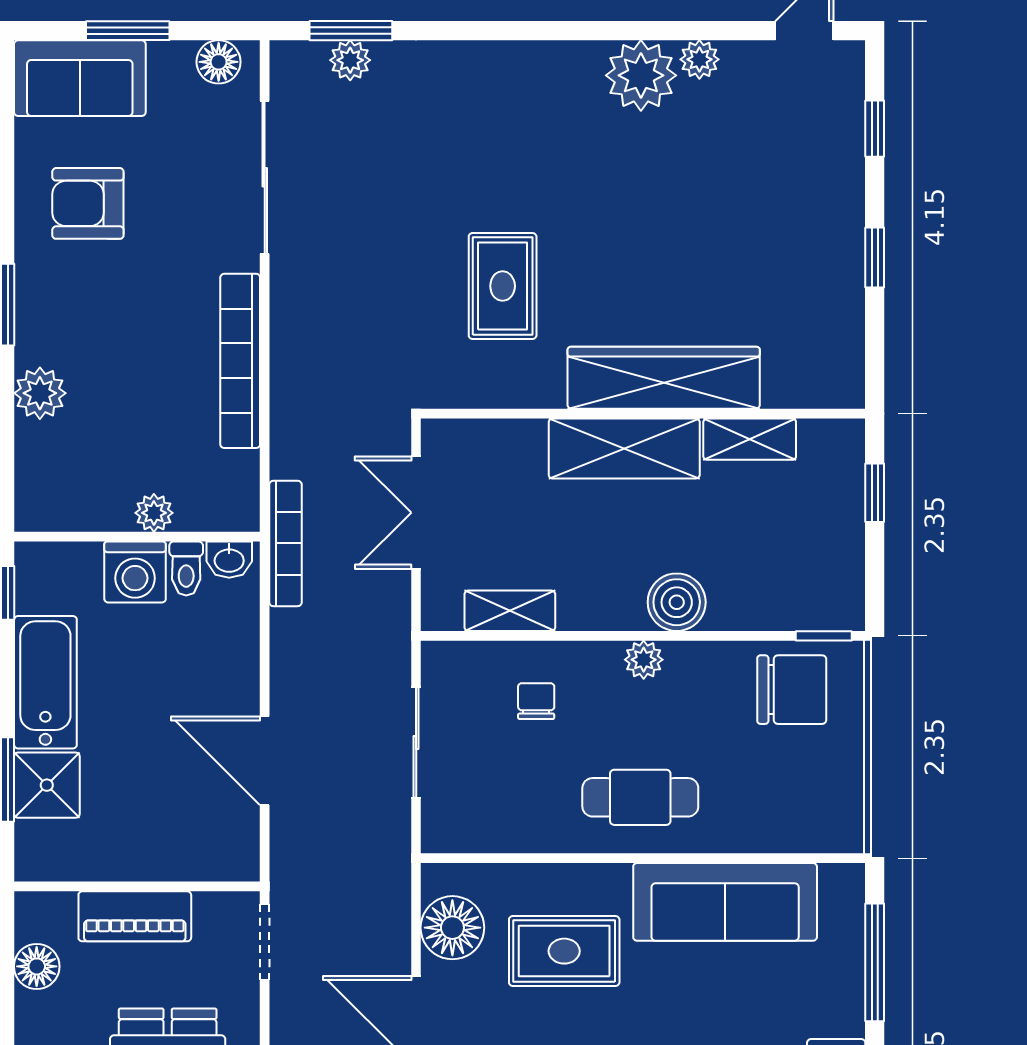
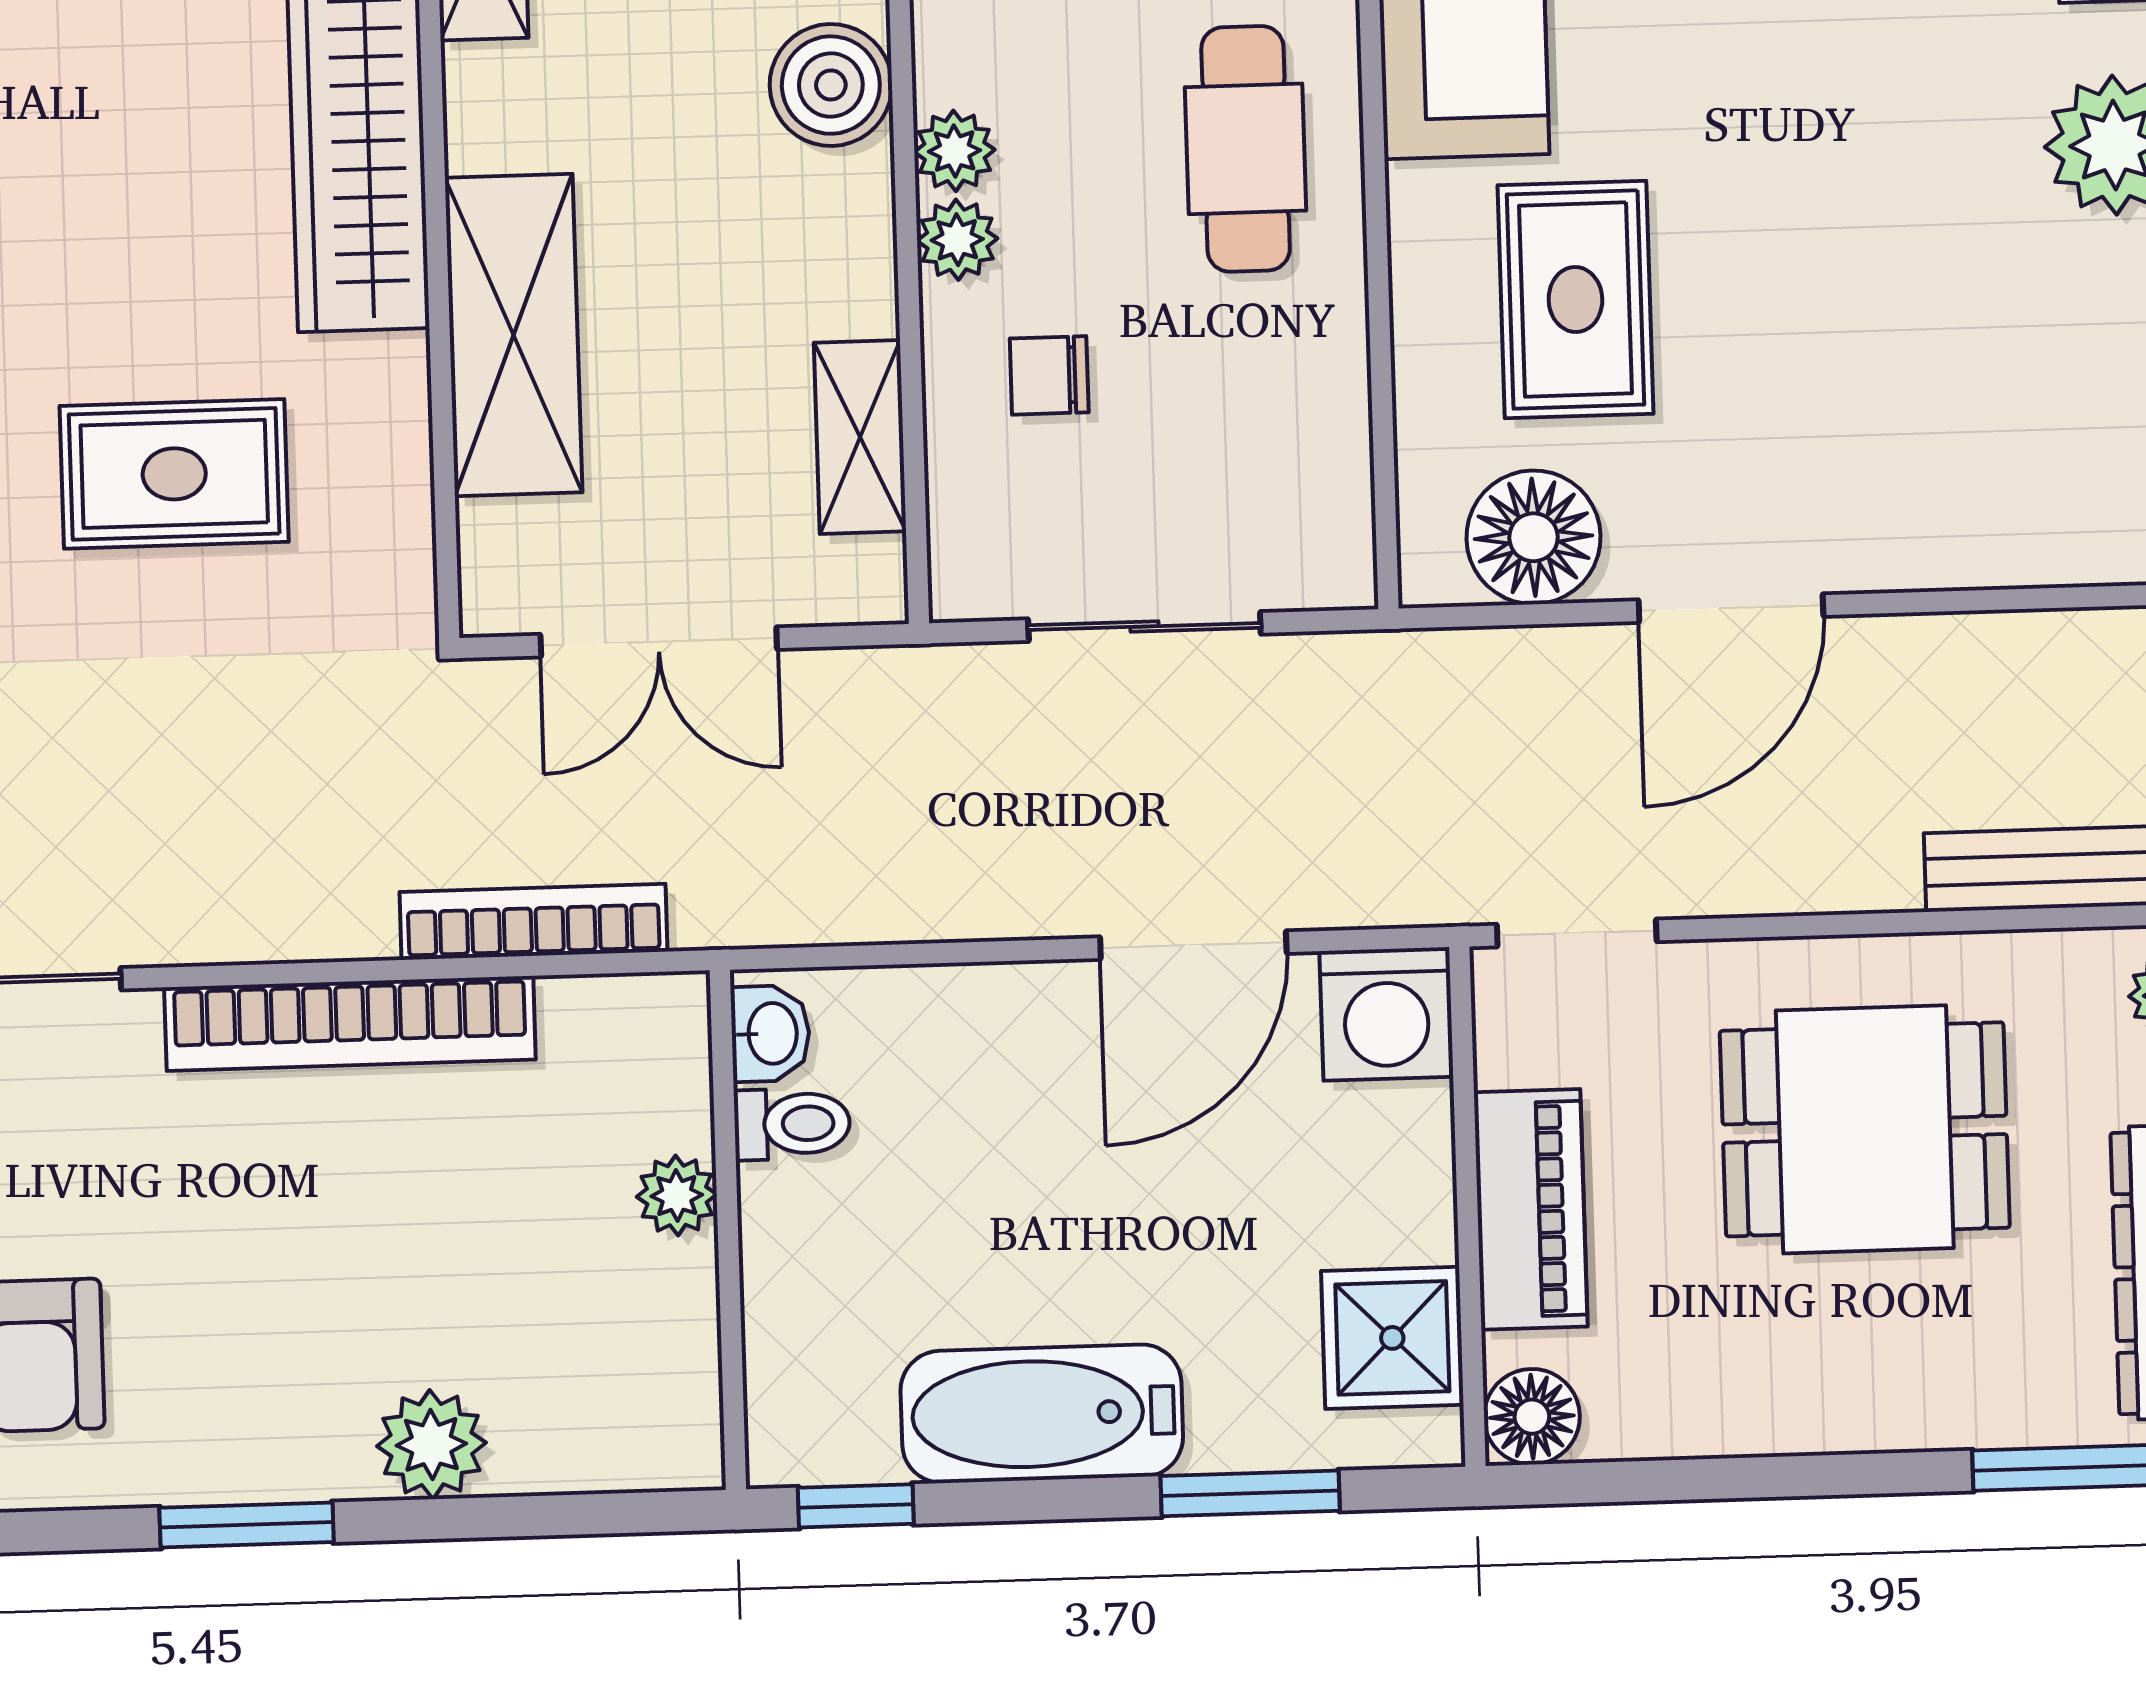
shelving: (624, 449) -> (514, 335), moved
bookcase: (286, 543) -> (533, 922), moved
washing machine: (135, 572) -> (1386, 1014), moved, turned 90
plant: (602, 660) -> (957, 240), added
shower: (47, 785) -> (1392, 1338), moved
floor lamp: (37, 966) -> (1532, 1417), moved

